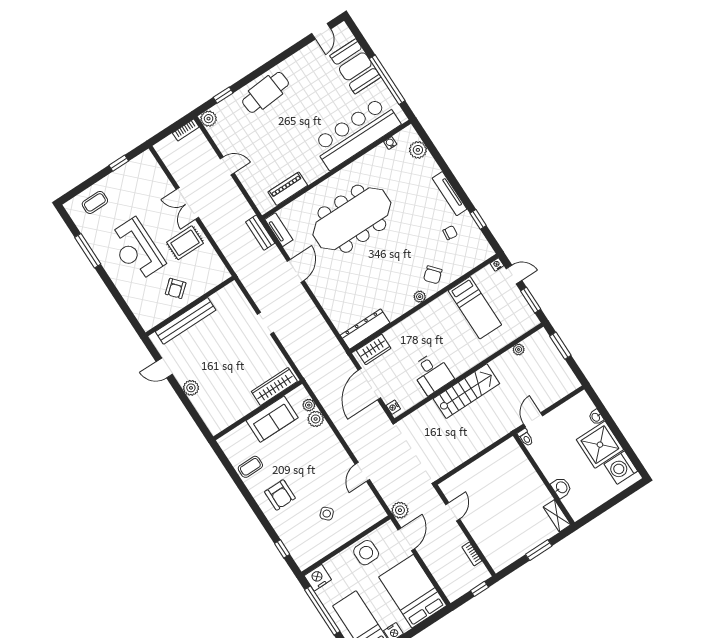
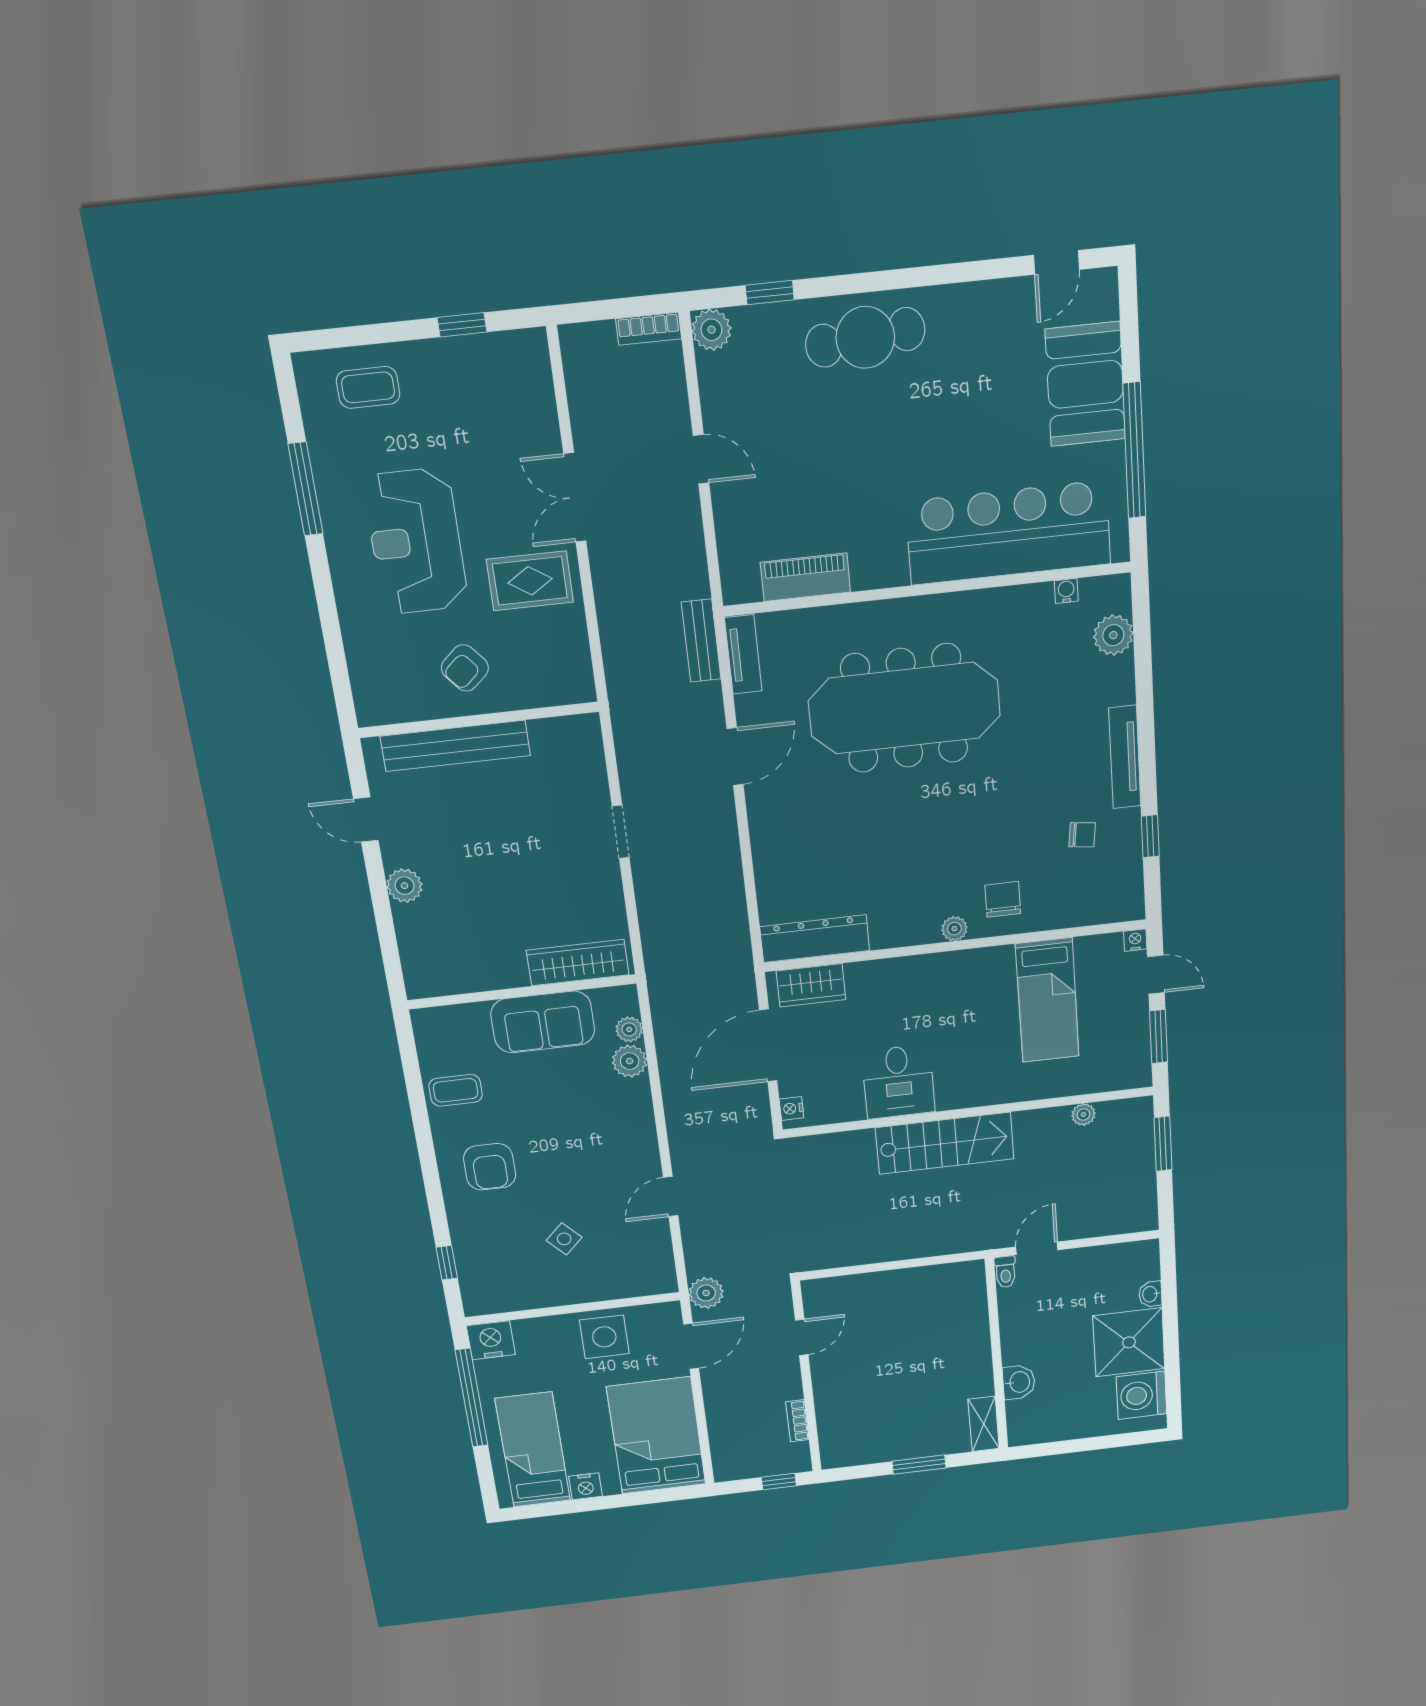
chair: (433, 275) -> (1003, 899), turned 131

